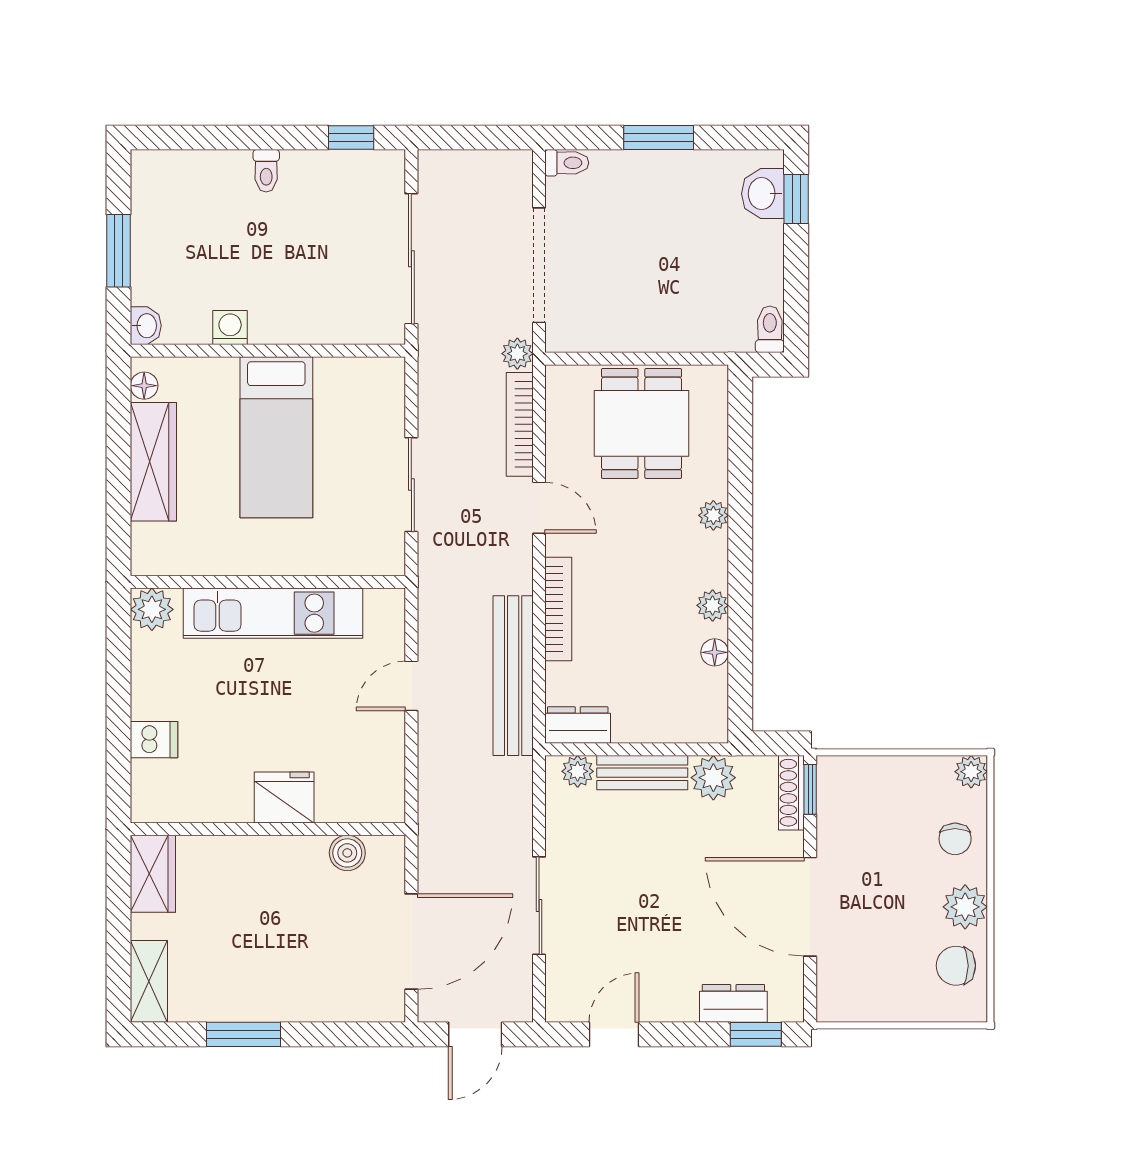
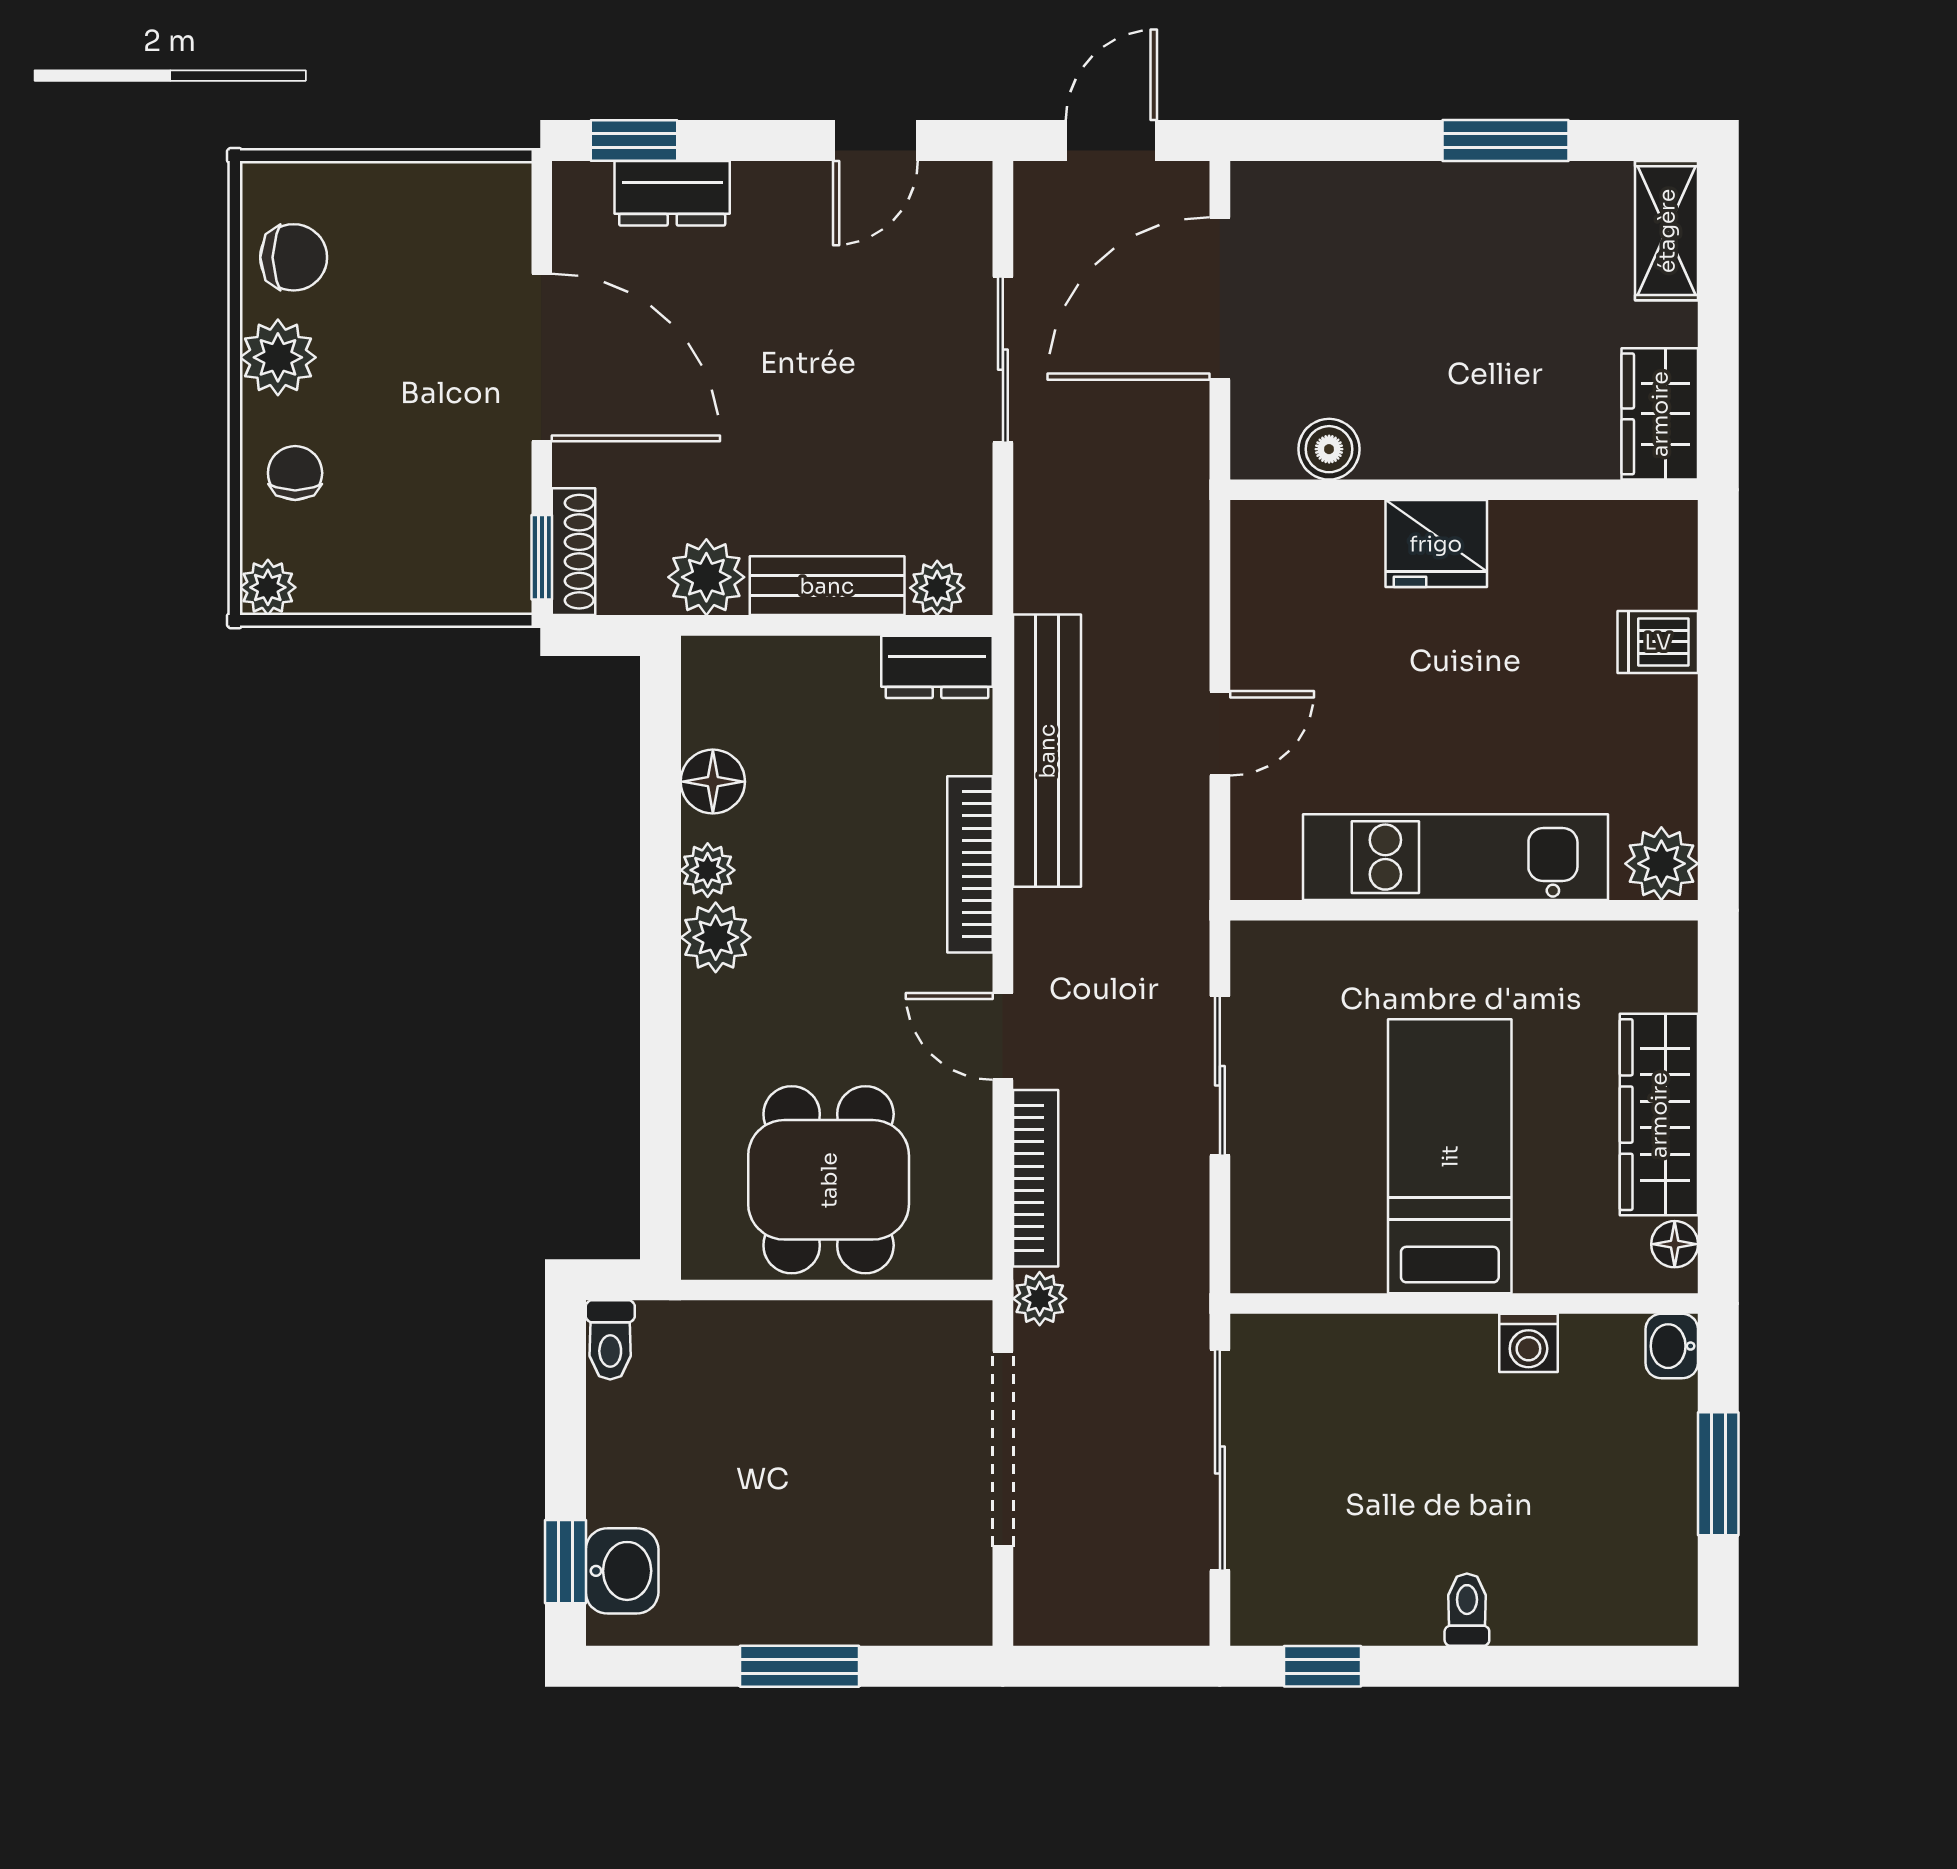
toilet: (567, 163) -> (956, 1623), removed
plant: (713, 515) -> (716, 937), moved, width x1.38, depth x1.38
floor lamp: (715, 652) -> (713, 782), width x1.37, depth x1.37

